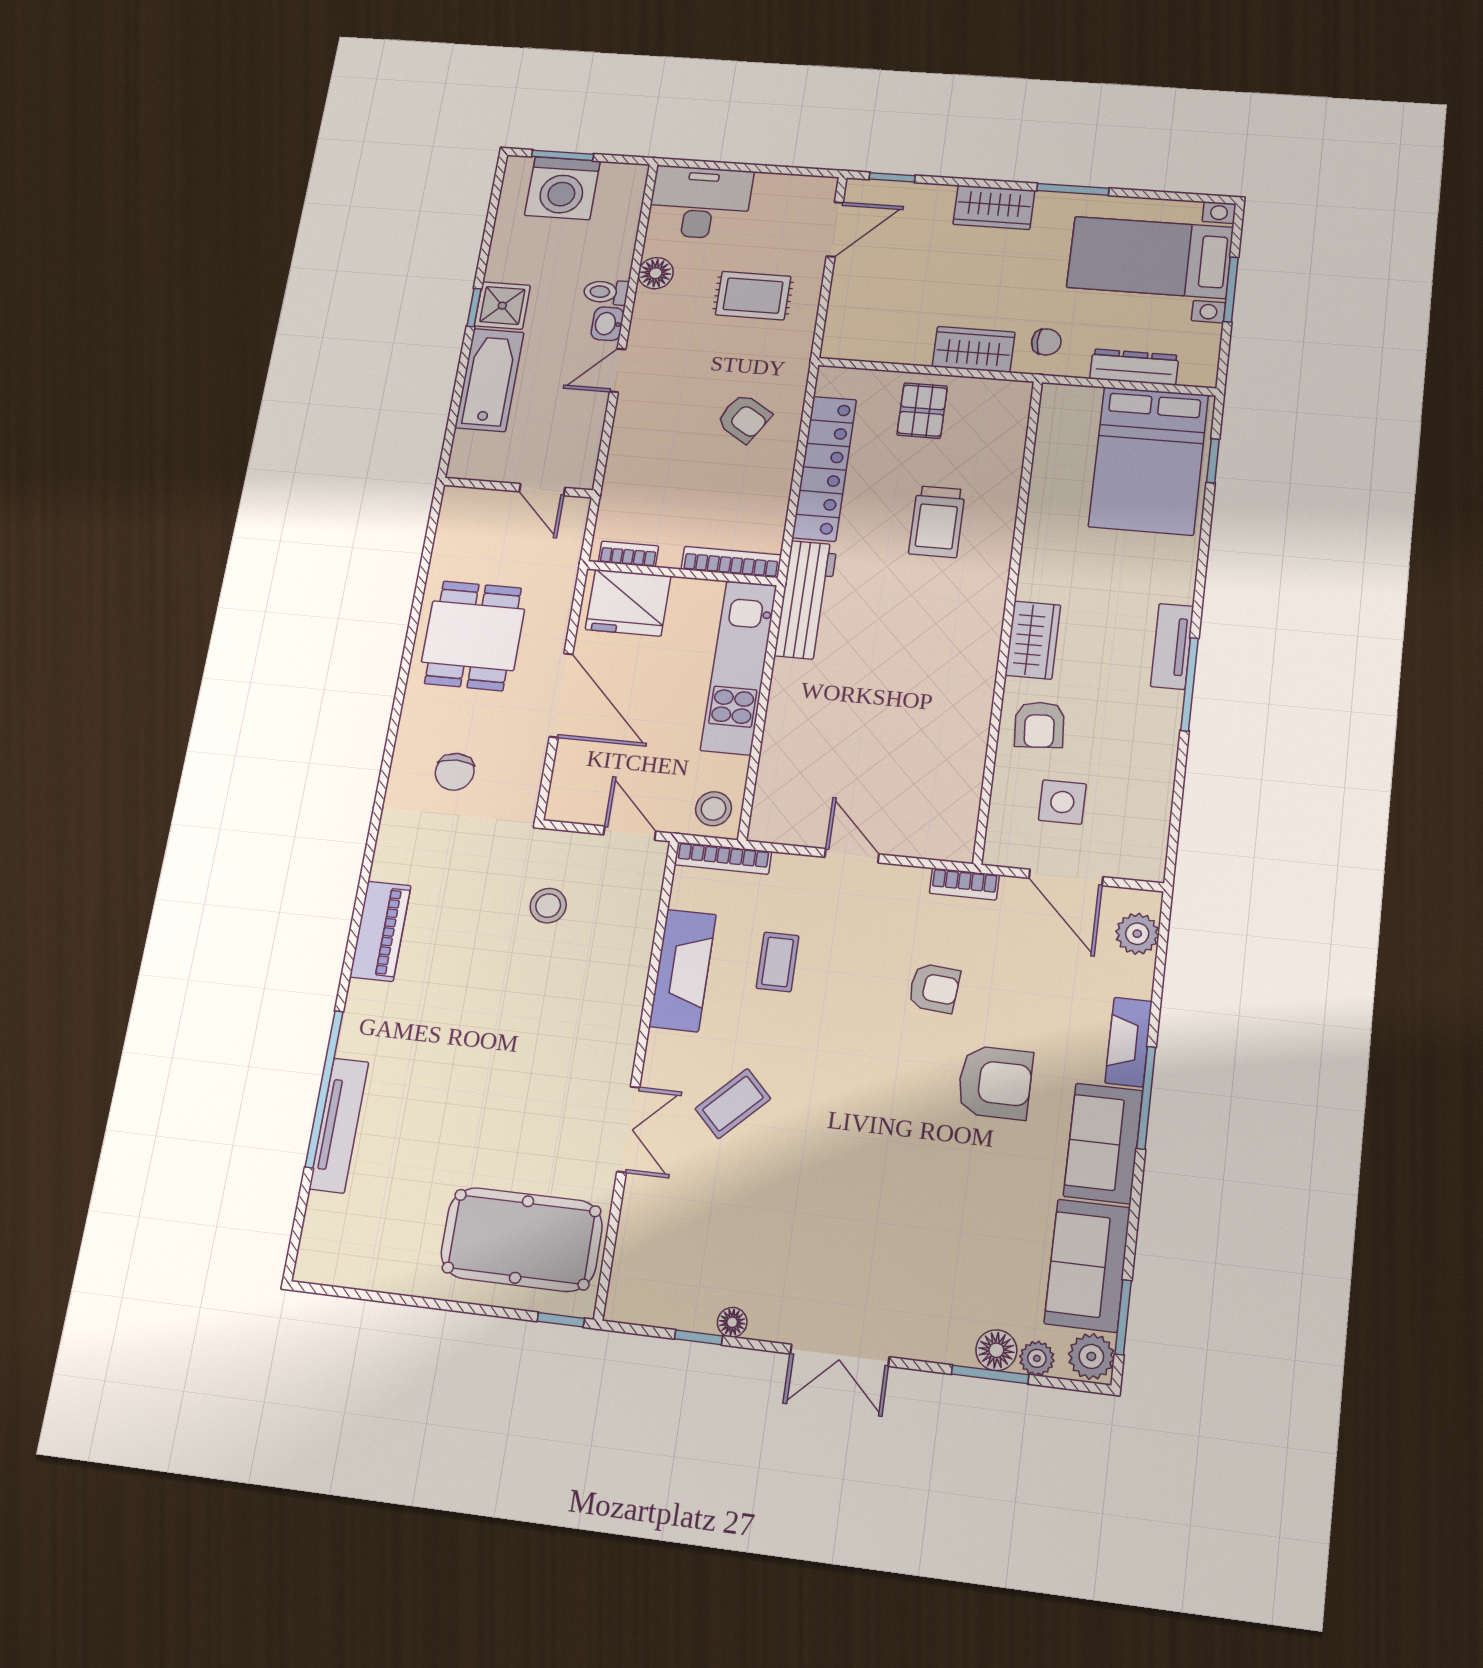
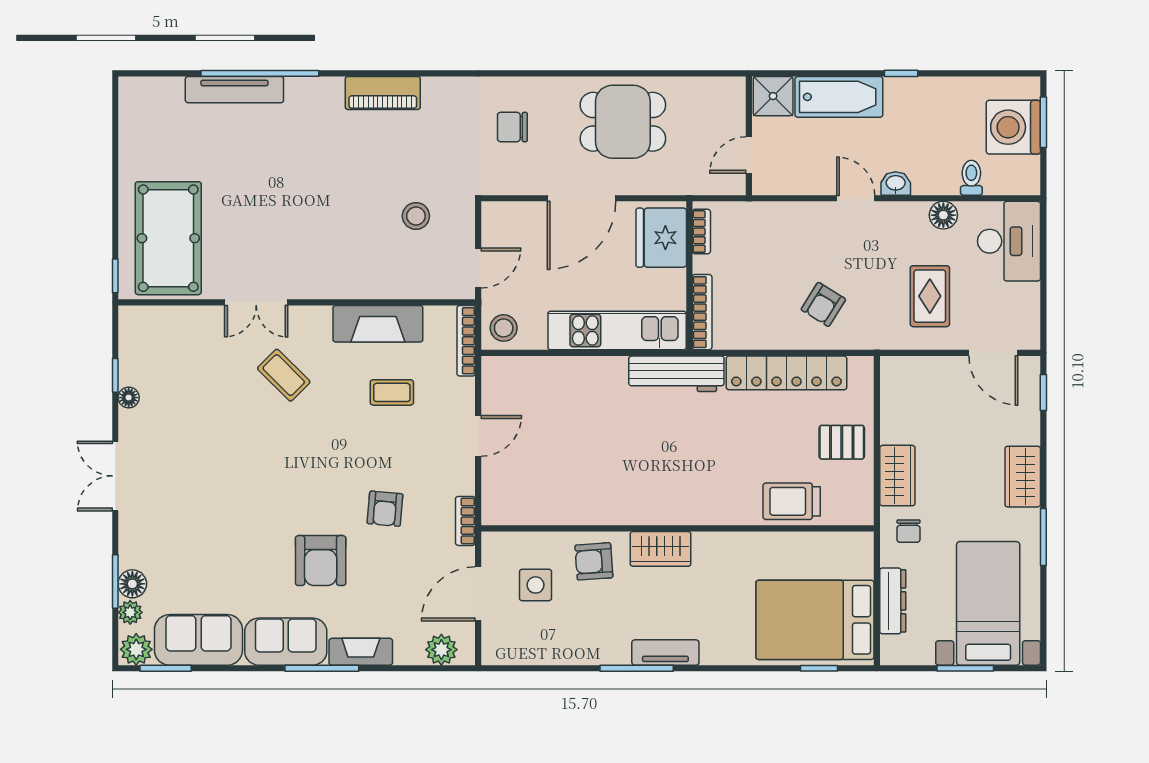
toilet: (606, 292) -> (971, 178), moved
shower: (502, 306) -> (773, 96), moved
trolley: (937, 522) -> (792, 501), moved

